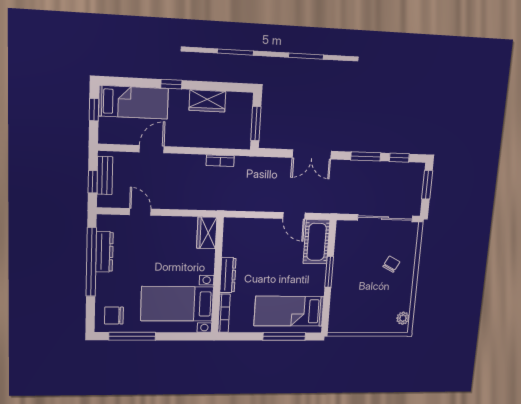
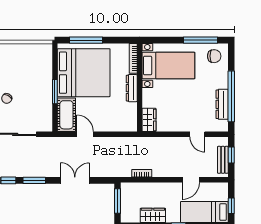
bed: (289, 311) -> (84, 73), width x2.04

